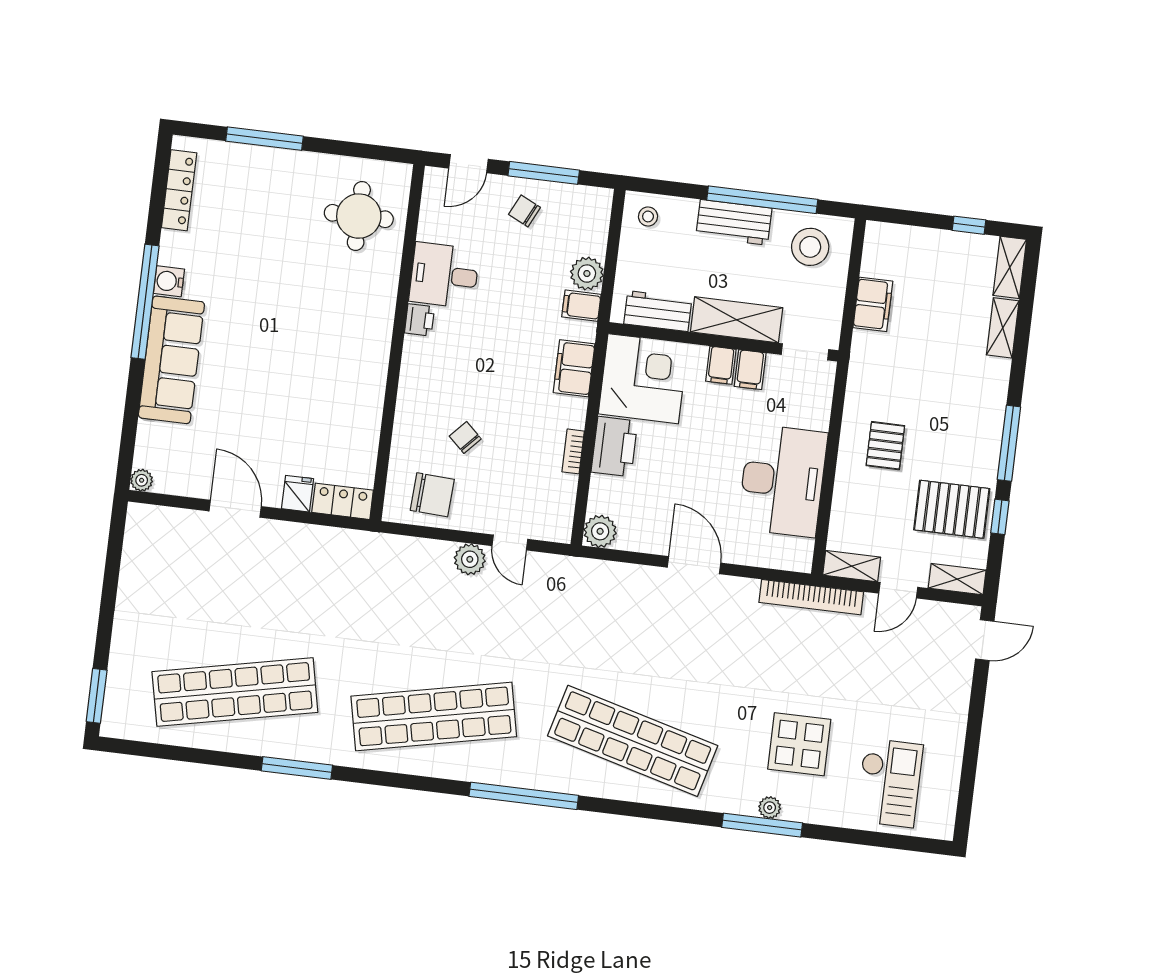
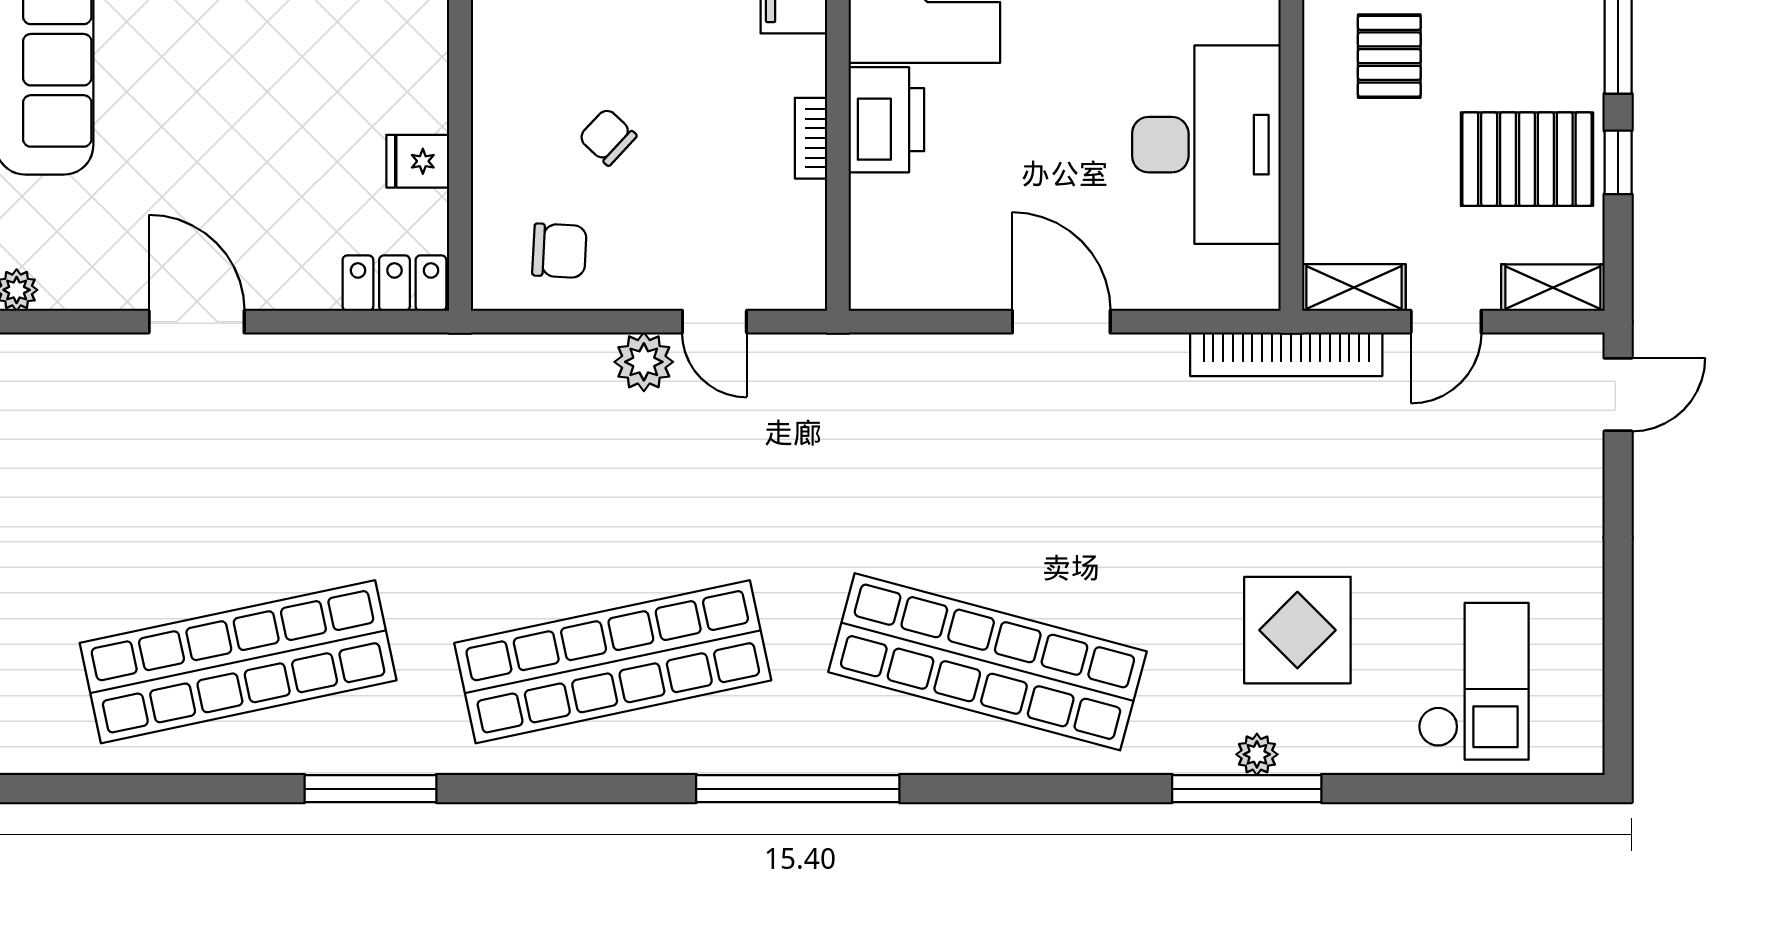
fridge: (297, 494) -> (418, 161), moved, turned -90
chair: (432, 495) -> (559, 251), width x0.73, depth x0.73
plant: (600, 531) -> (879, 280), removed

